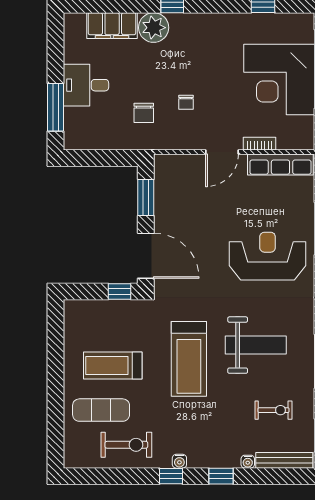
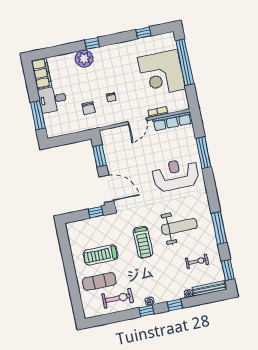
filing cabinet: (112, 26) -> (41, 73), moved, turned -90
treadmill: (189, 359) -> (143, 242), width x0.73, depth x0.73

